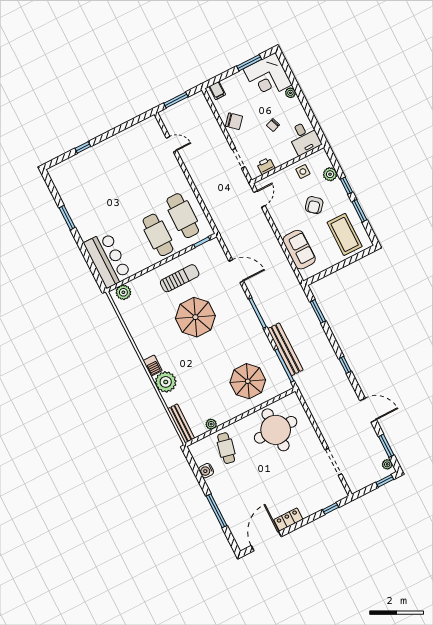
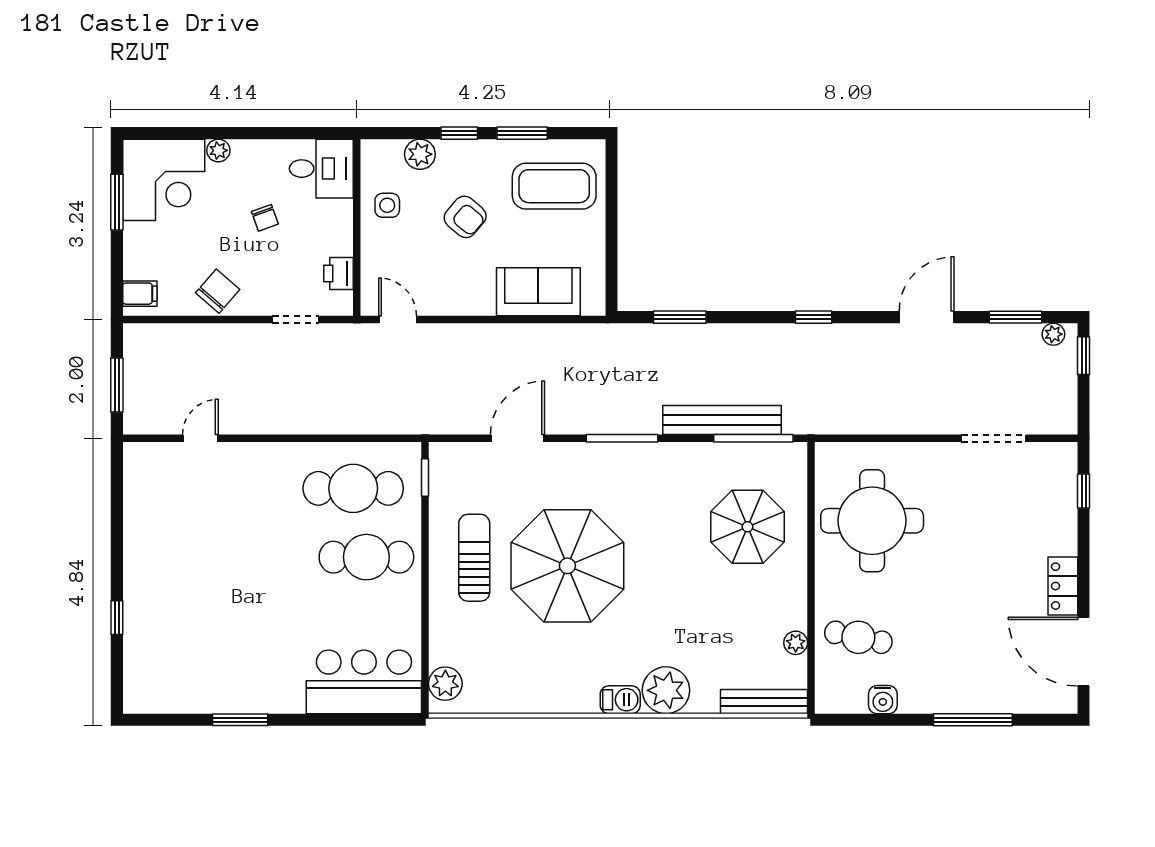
parasol: (195, 317) -> (567, 566), width x1.36, depth x1.36

